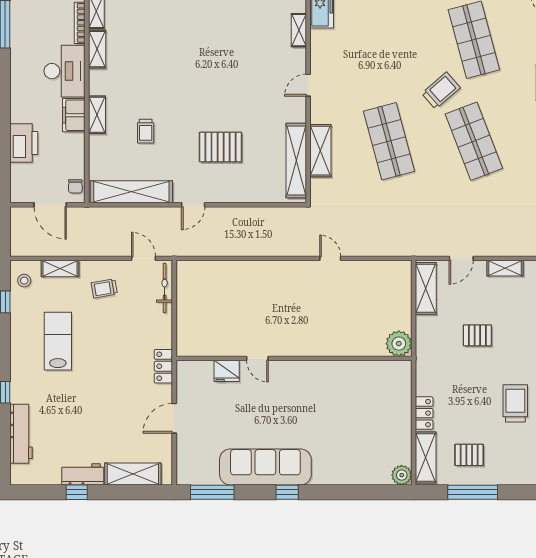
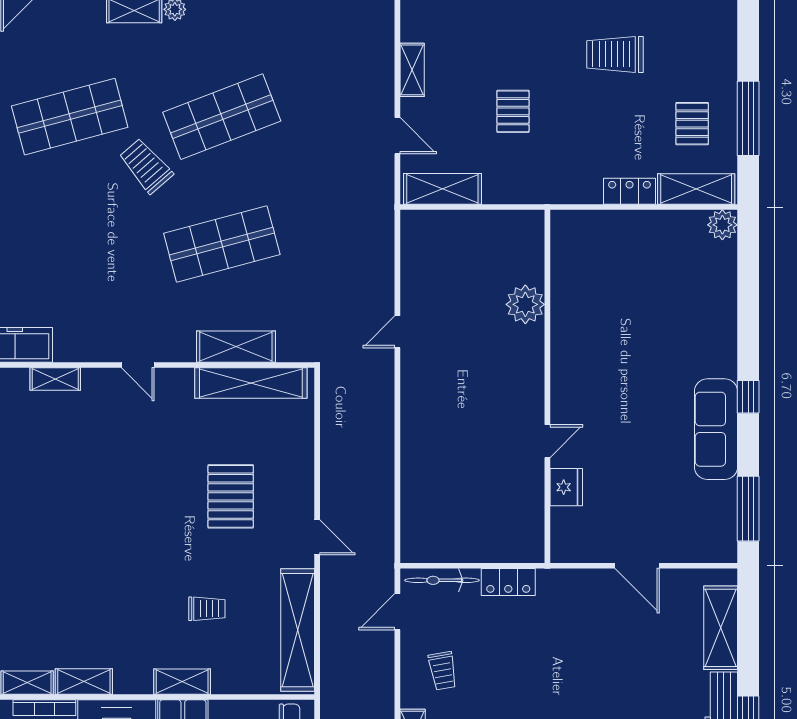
plant: (399, 344) -> (525, 304), moved
locker: (163, 366) -> (508, 582), moved
sofa: (265, 467) -> (716, 429), width x0.74, depth x0.79

